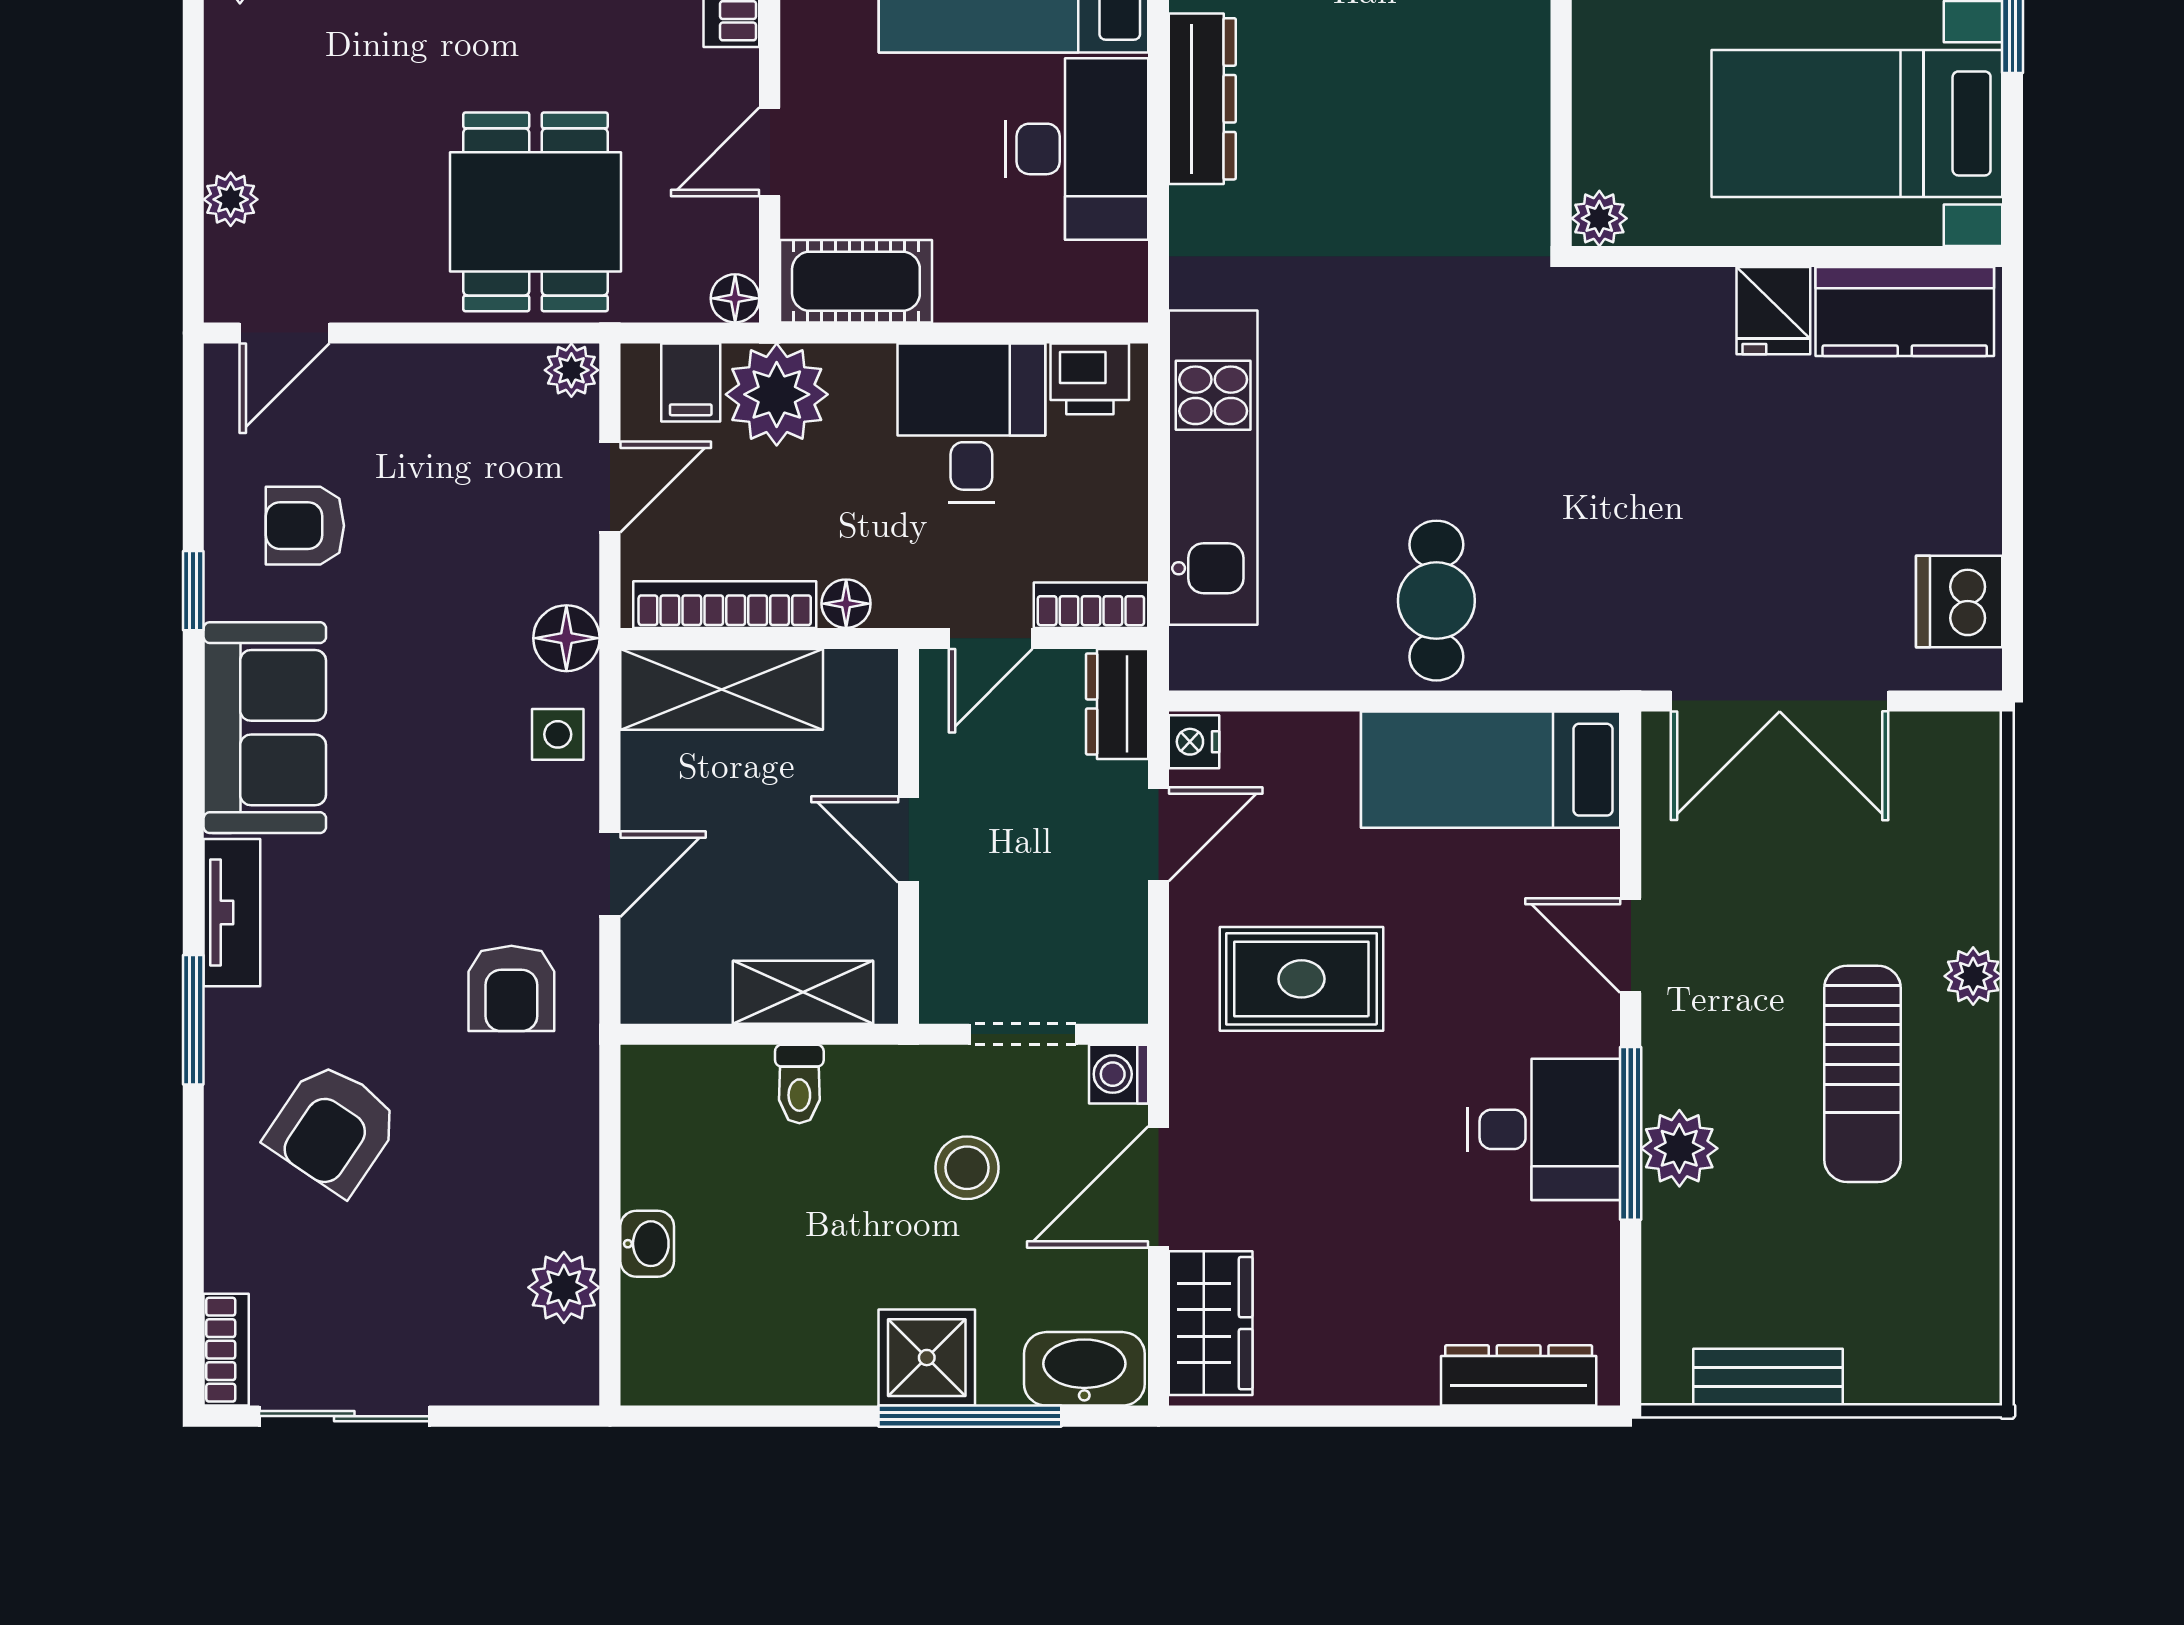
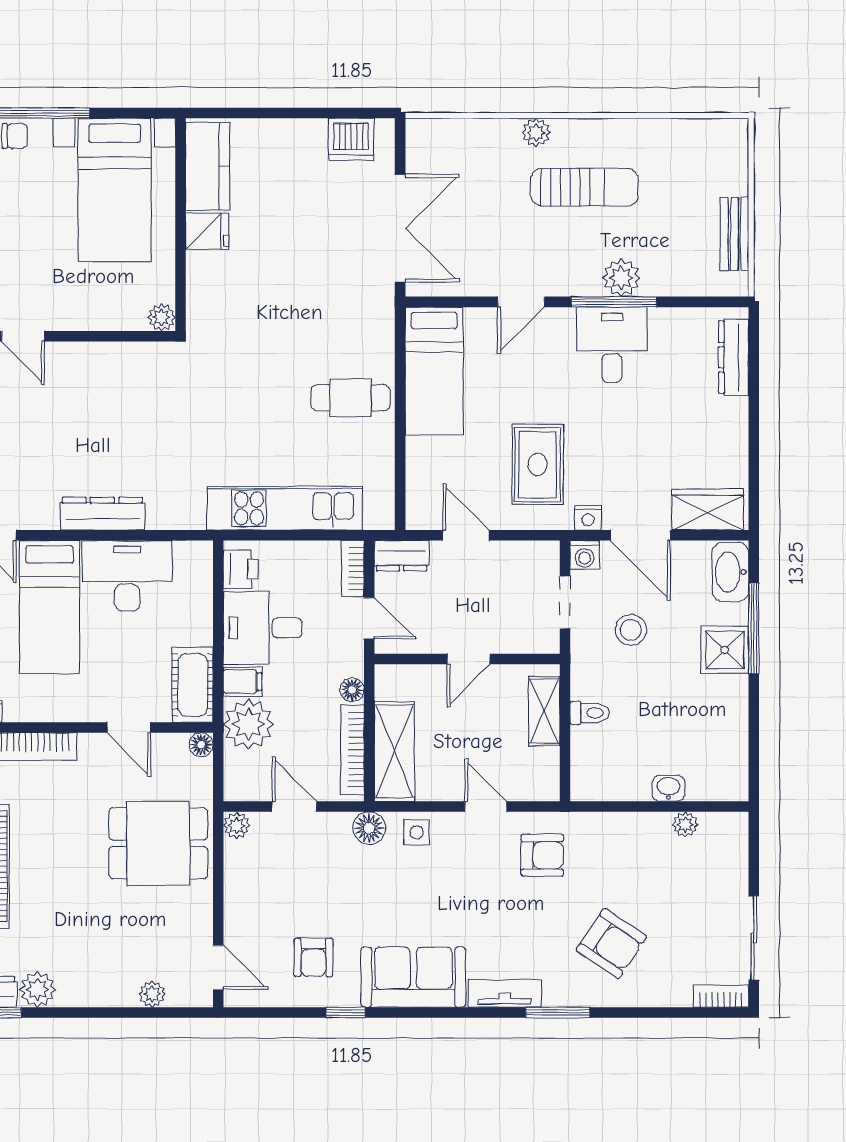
filing cabinet: (691, 382) -> (243, 682), moved
nightstand: (1194, 742) -> (588, 518), moved
plant: (564, 1287) -> (685, 825), width x0.73, depth x0.73

